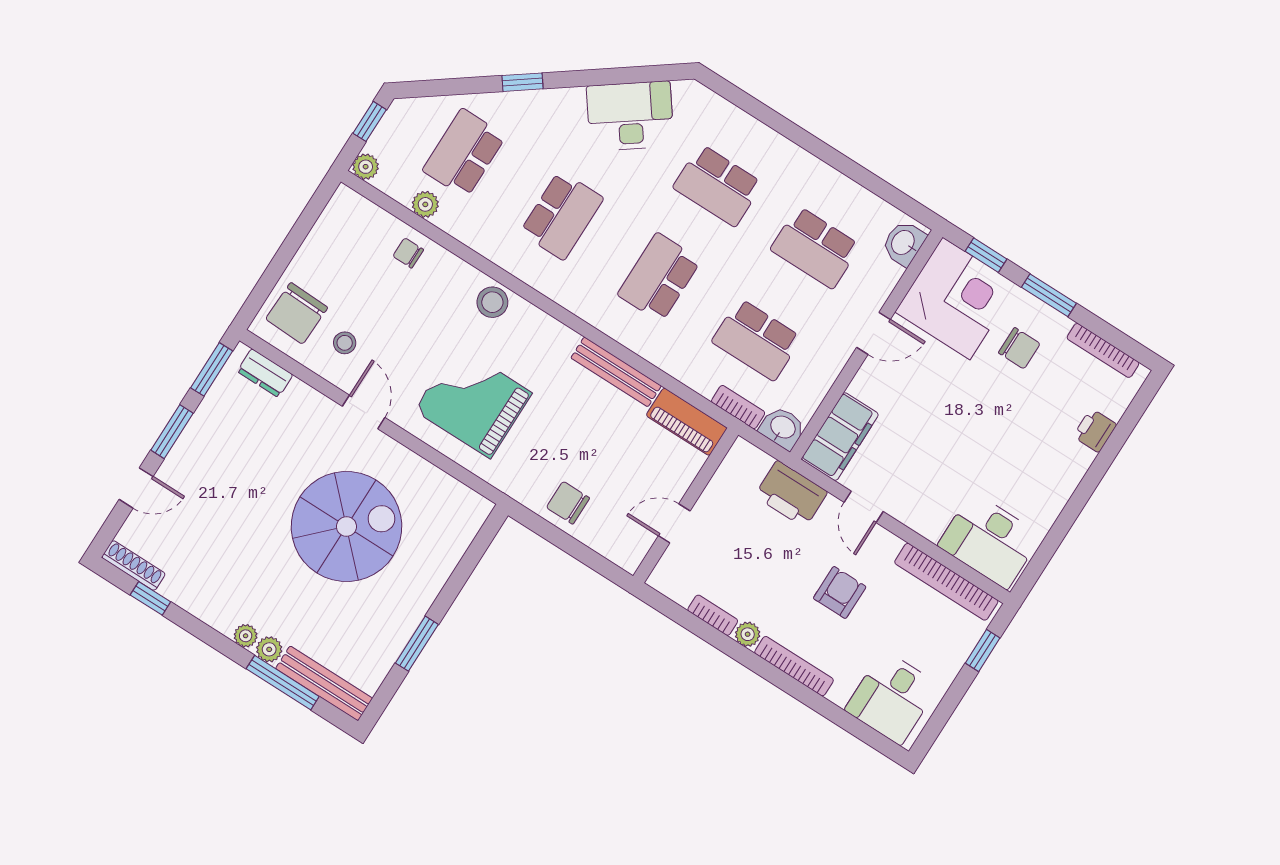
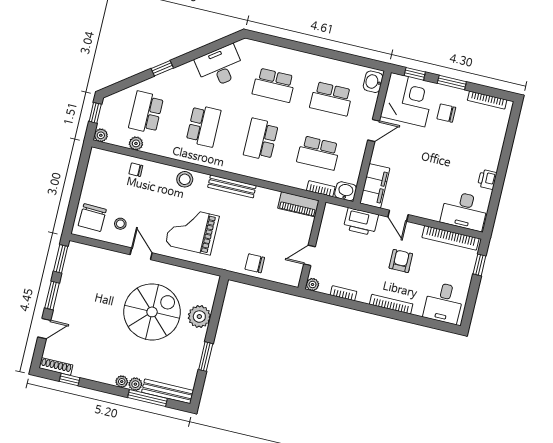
chair: (1019, 348) -> (446, 113), turned 180
bench: (616, 372) -> (232, 186), moved
dresser: (265, 373) -> (87, 252), removed
printer: (1095, 430) -> (487, 179), moved
plant: (431, 565) -> (199, 317), added
plant: (748, 634) -> (313, 284), moved

